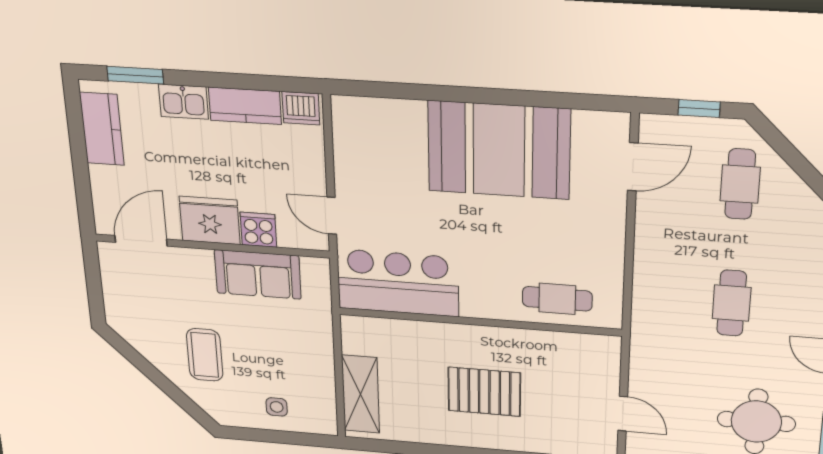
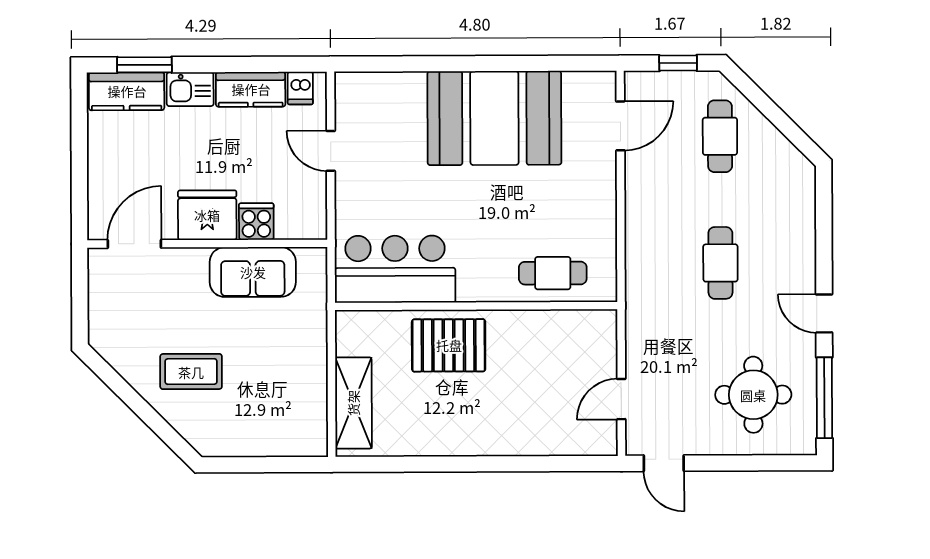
dishwasher: (301, 108) -> (300, 88), width x0.73
kitchen counter: (102, 129) -> (127, 91), moved, turned 90
door: (332, 216) -> (331, 151), moved
coffee table: (205, 355) -> (191, 372), turned 90
pallet: (484, 392) -> (449, 345), moved
side table: (277, 407) -> (264, 428), removed
door: (623, 414) -> (621, 399), swing flipped

